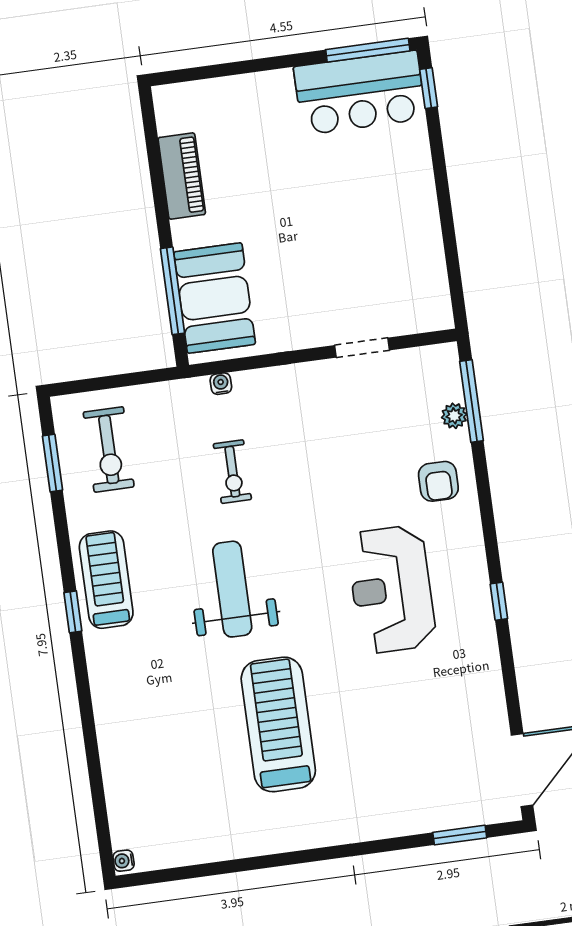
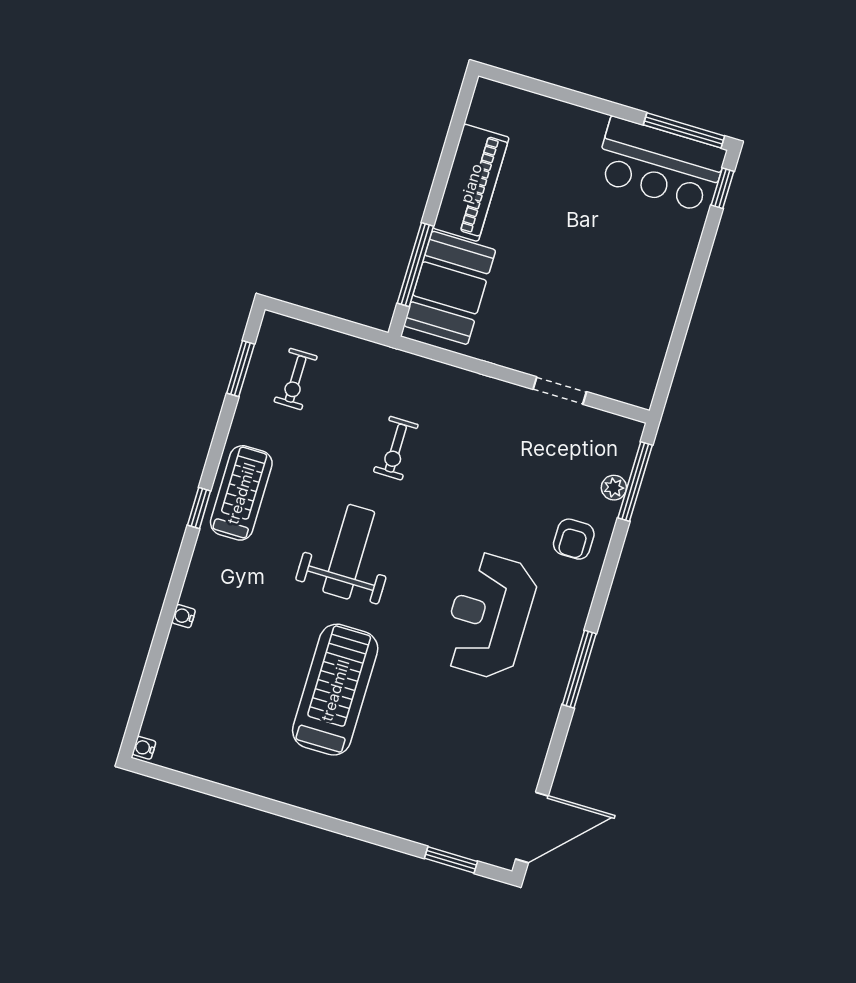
piano: (182, 176) -> (471, 183), width x1.37, depth x1.33
water cooler: (221, 384) -> (183, 616), moved, turned -90
exercise bike: (109, 449) -> (296, 379), width x0.73, depth x0.72
window: (499, 601) -> (579, 669), width x2.17

